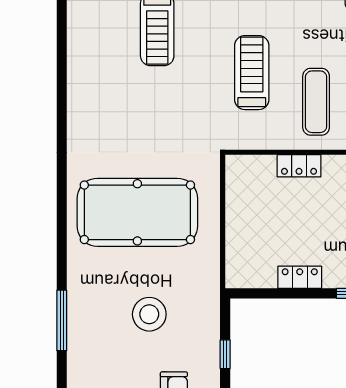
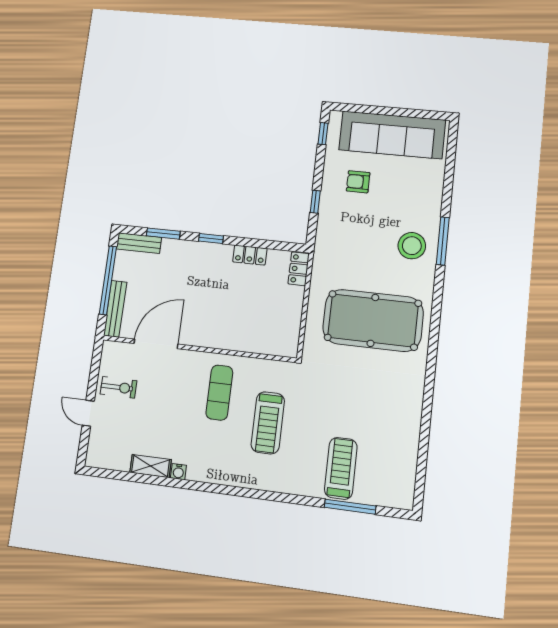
locker: (299, 166) -> (299, 269), moved, turned -90
stool: (149, 314) -> (412, 246), moved

